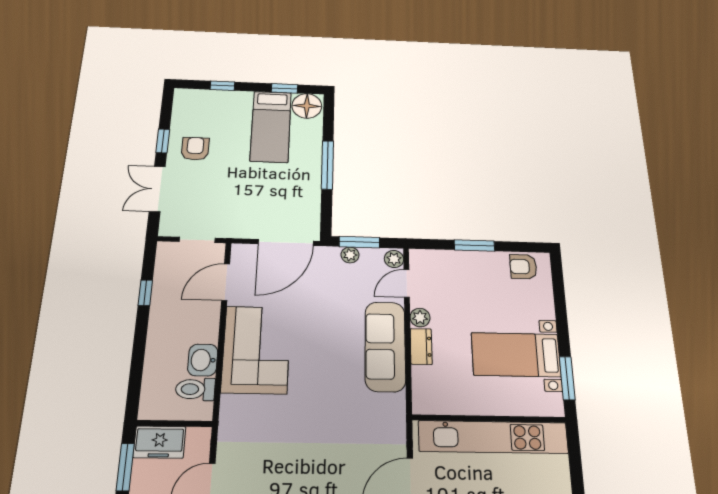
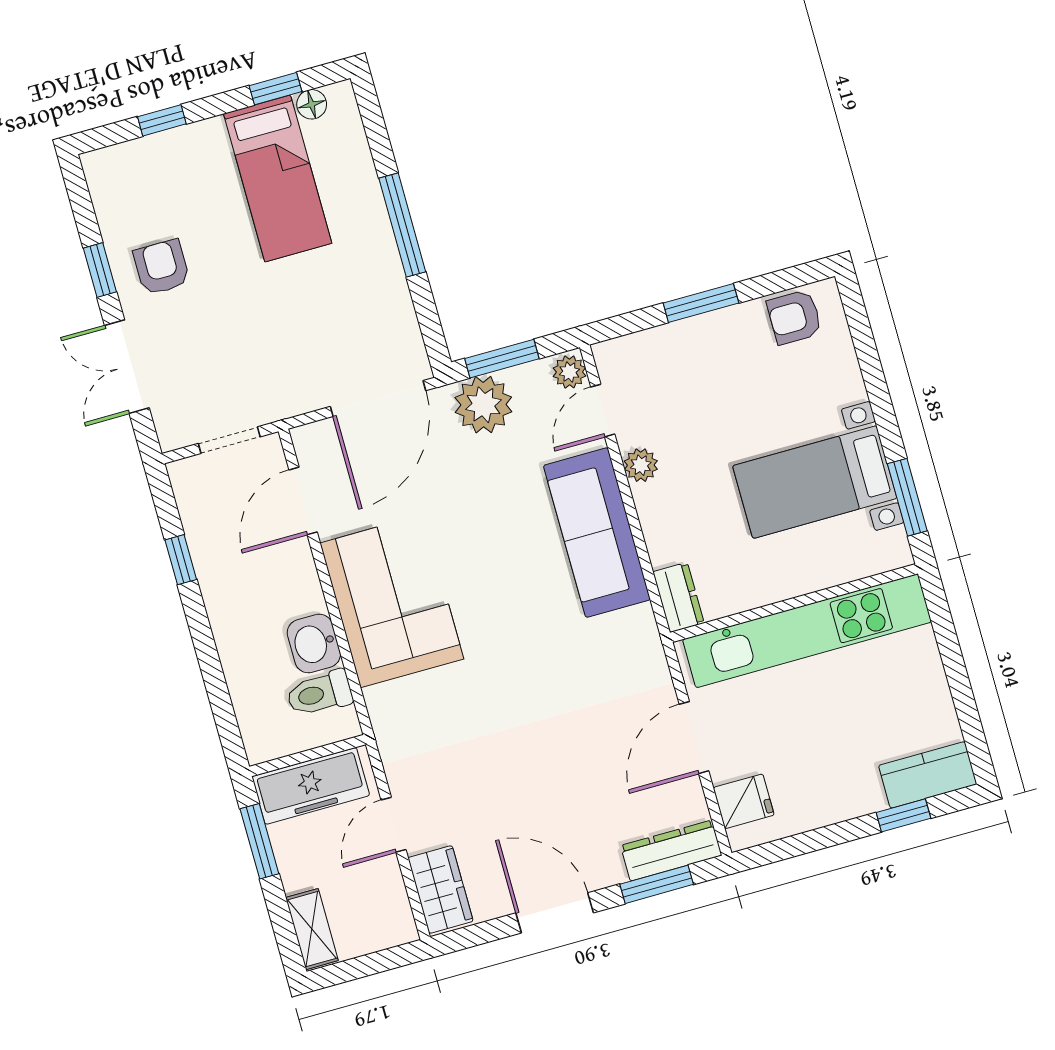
floor lamp: (307, 106) -> (312, 104), width x0.53, depth x0.53
plant: (350, 255) -> (483, 405), width x1.88, depth x1.88
dresser: (421, 346) -> (678, 597), moved
freezer: (160, 442) -> (311, 786), width x1.40

